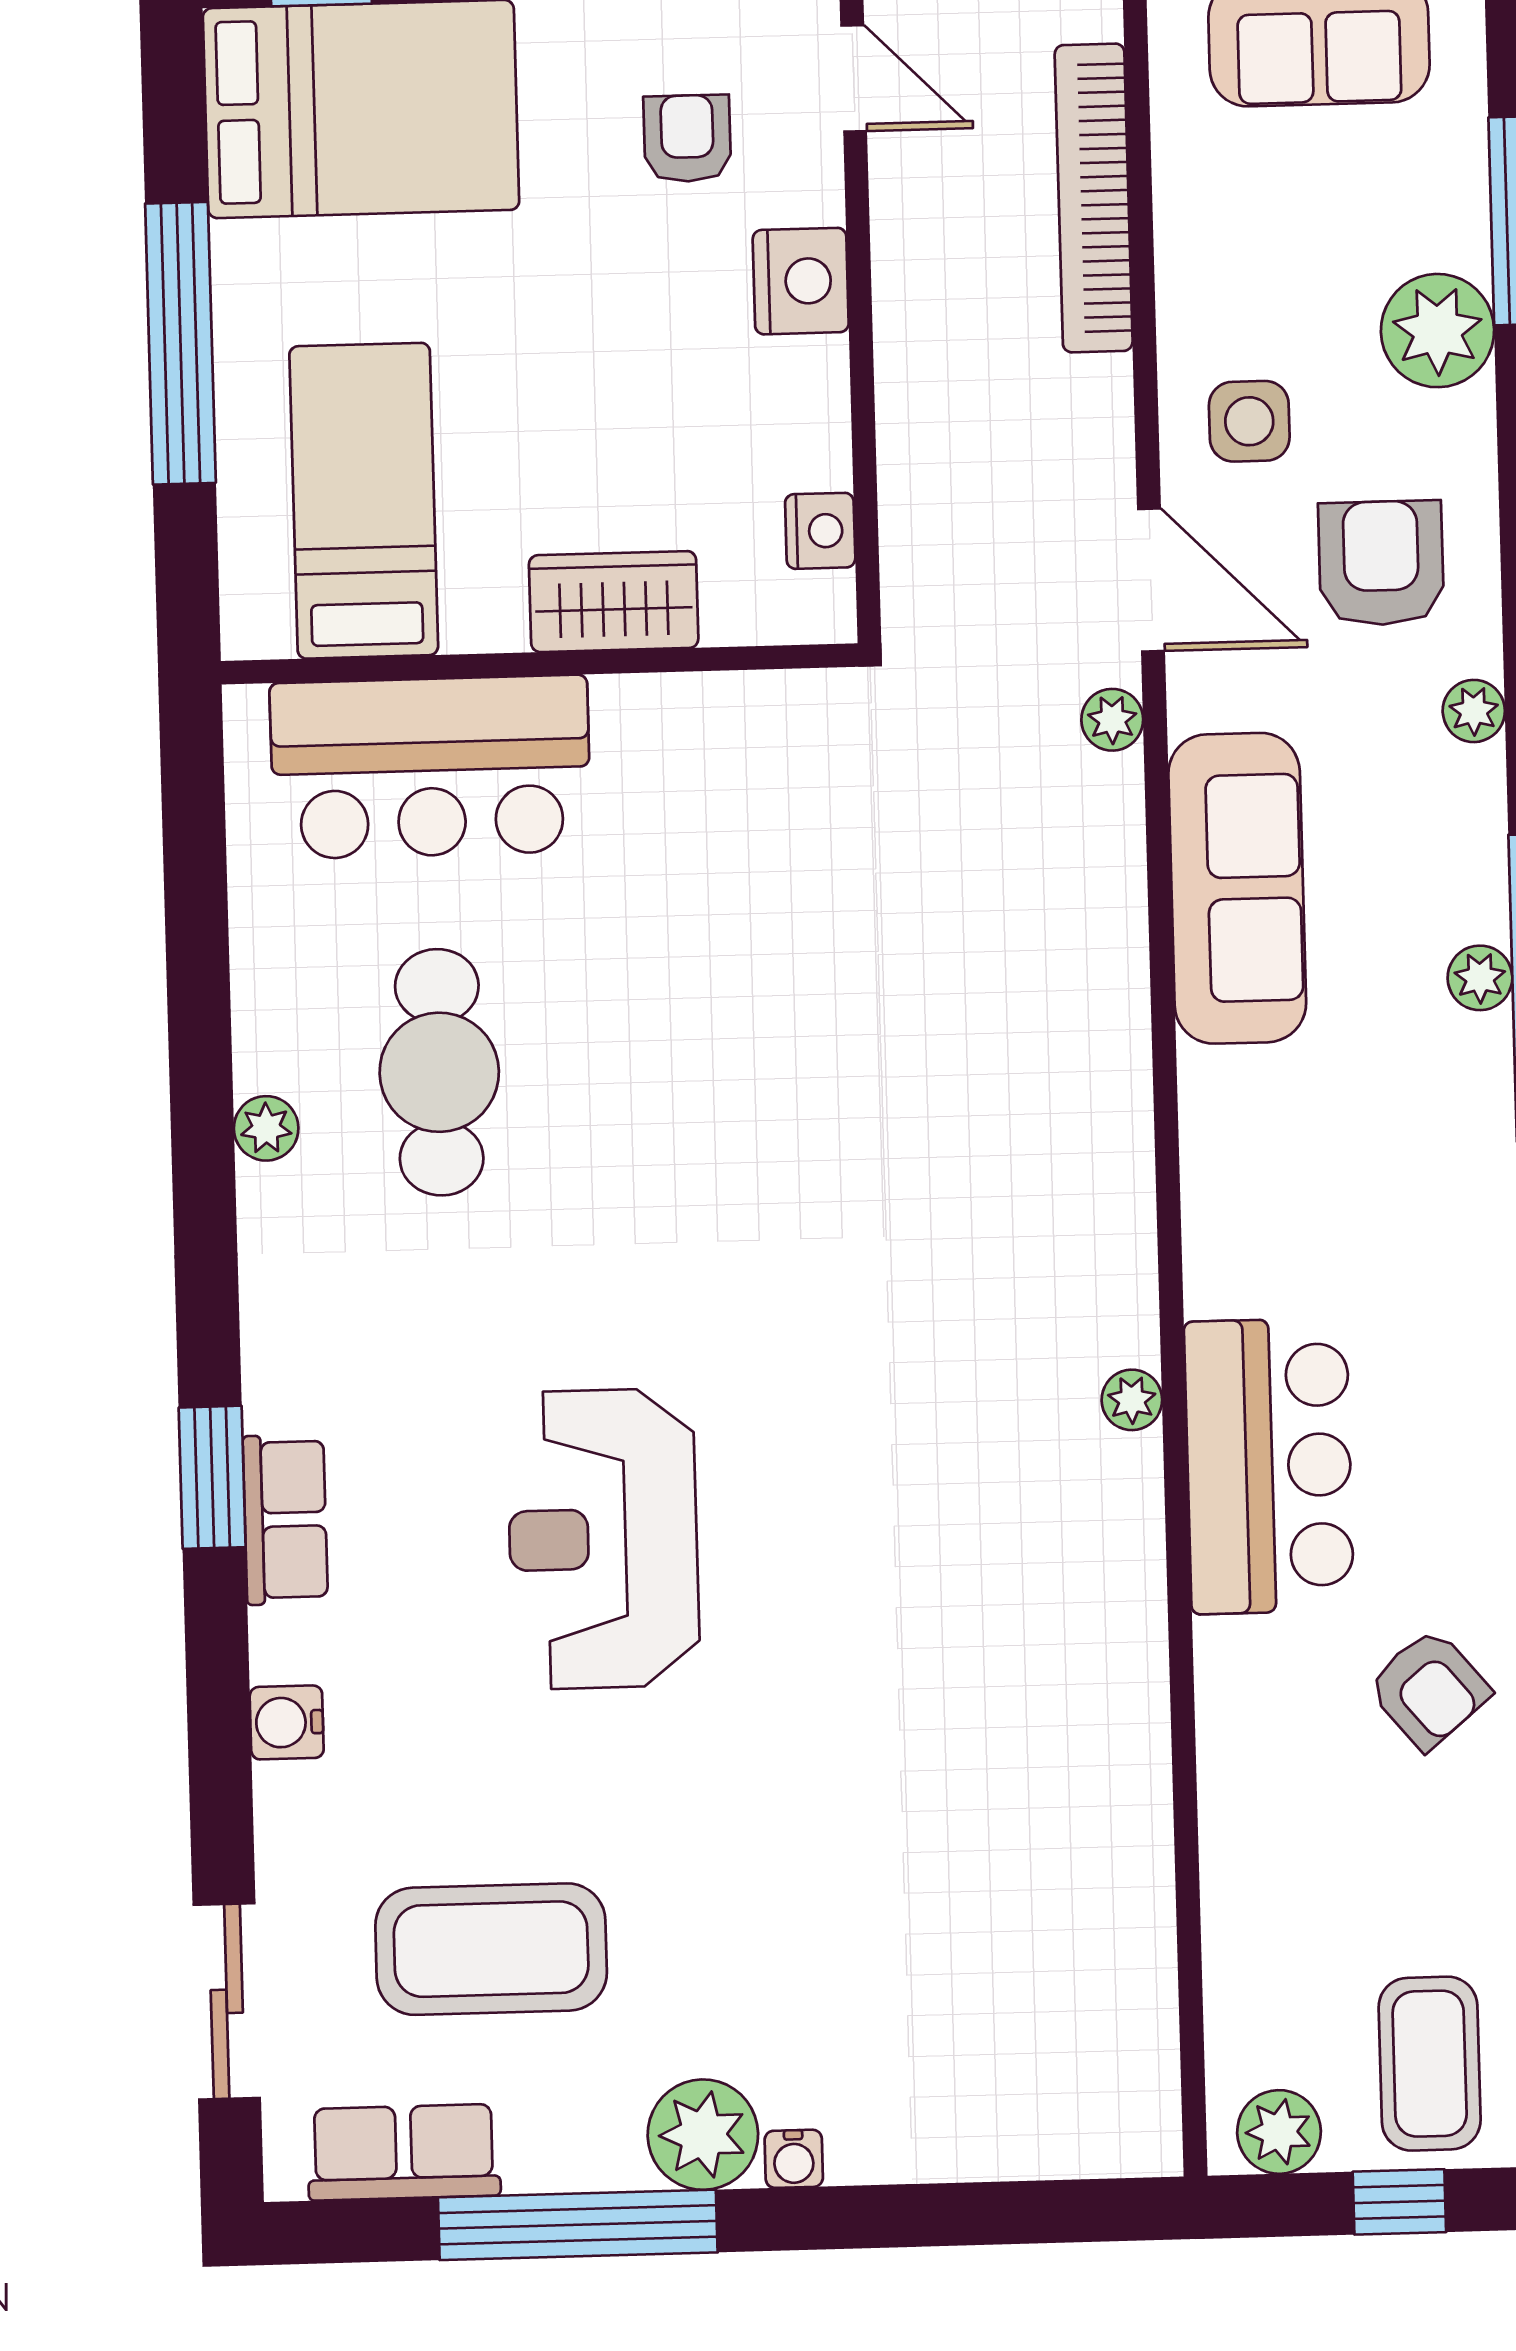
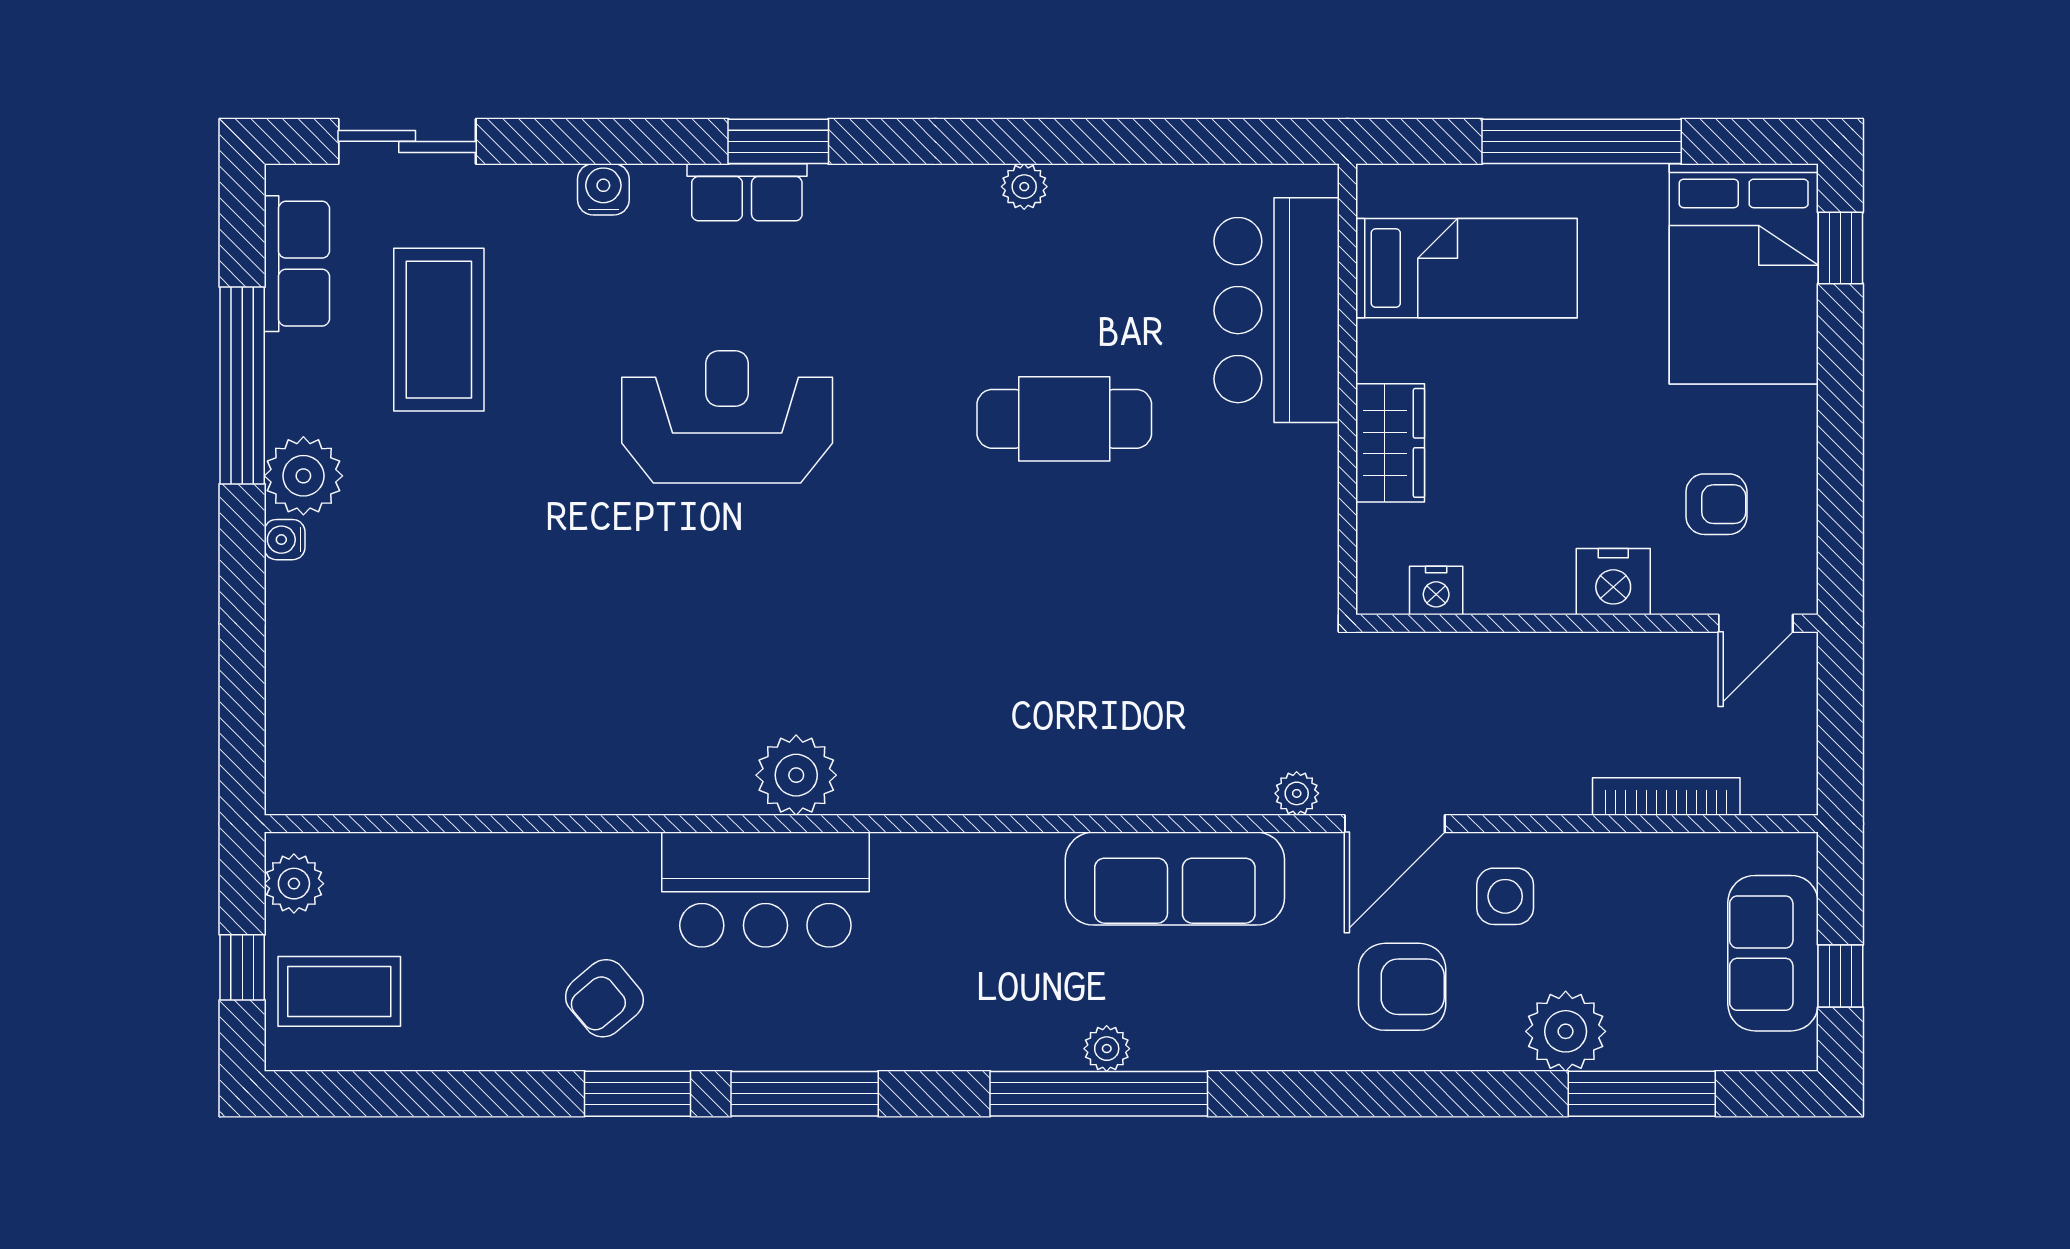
bookcase: (1094, 198) -> (1666, 796), width x0.68, depth x0.76
plant: (1474, 711) -> (1296, 1049), removed
cafe table: (439, 1072) -> (1064, 419), moved
plant: (1132, 1400) -> (796, 775), width x1.87, depth x1.87

